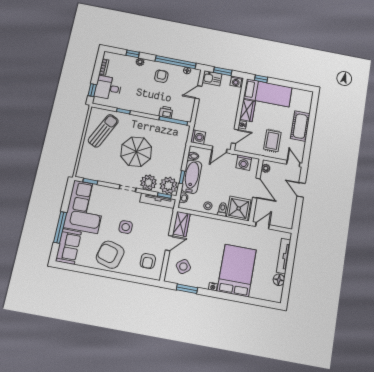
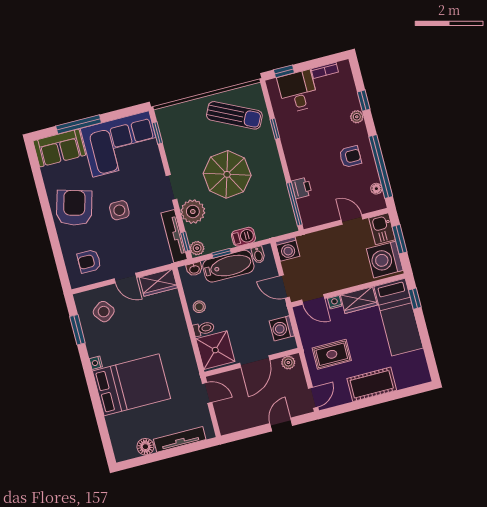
washing machine: (236, 81) -> (385, 260), width x1.89, depth x1.89
barbecue: (178, 159) -> (243, 237), added
plant: (169, 186) -> (197, 248), width x0.53, depth x0.53

